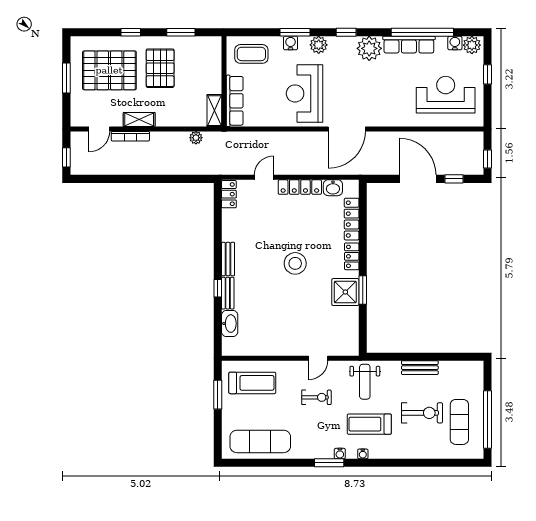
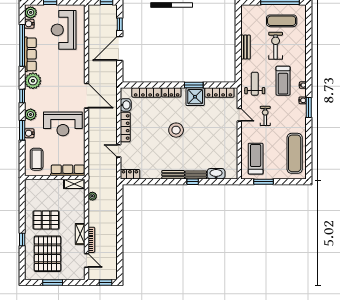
window: (181, 32) -> (22, 206), removed
locker: (352, 329) -> (219, 92), added
weight bench: (365, 382) -> (255, 84), turned -90

